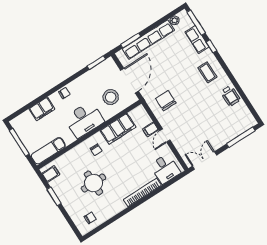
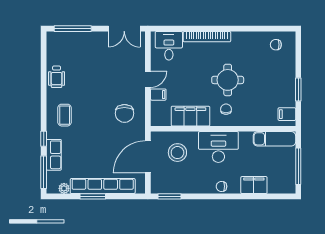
window: (131, 41) -> (93, 196), moved
wheelchair: (230, 96) -> (57, 77), turned 180
round table: (93, 183) -> (228, 80), moved

